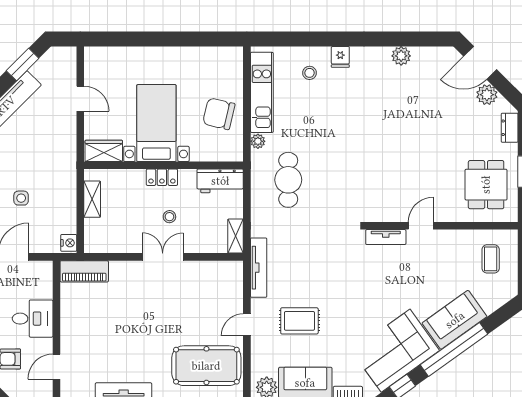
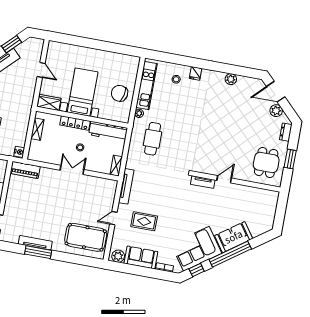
locker: (162, 177) -> (75, 123), width x1.53
workbench: (220, 181) -> (108, 131), width x1.37
coffee table: (491, 259) -> (261, 206), removed

